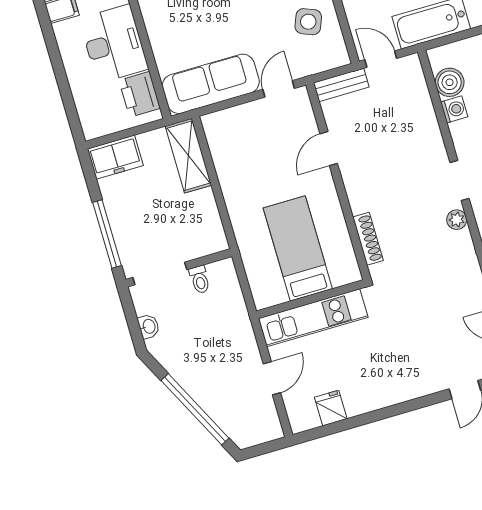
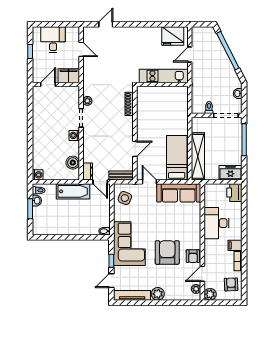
side table: (308, 22) -> (125, 198), moved
dresser: (413, 73) -> (88, 171), added
door: (279, 89) -> (149, 182), swing flipped
printer: (140, 94) -> (234, 193), moved, turned 180
washing machine: (454, 109) -> (74, 135), moved
shelving: (188, 156) -> (198, 156), width x1.47
bed: (298, 248) -> (177, 158), moved, turned 180
fridge: (331, 408) -> (173, 36), width x1.88, depth x1.34

